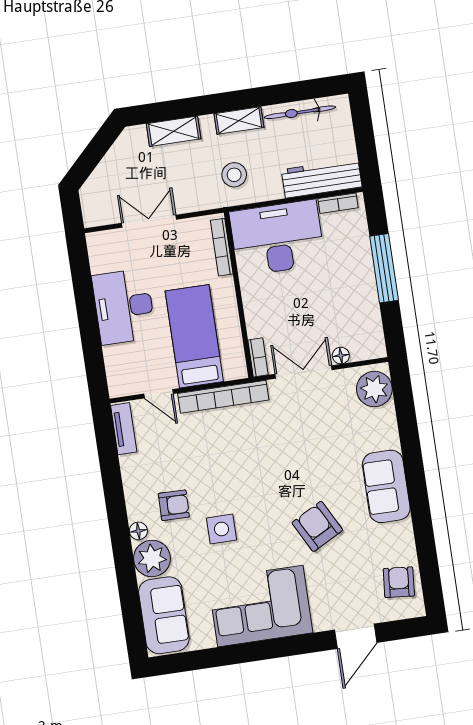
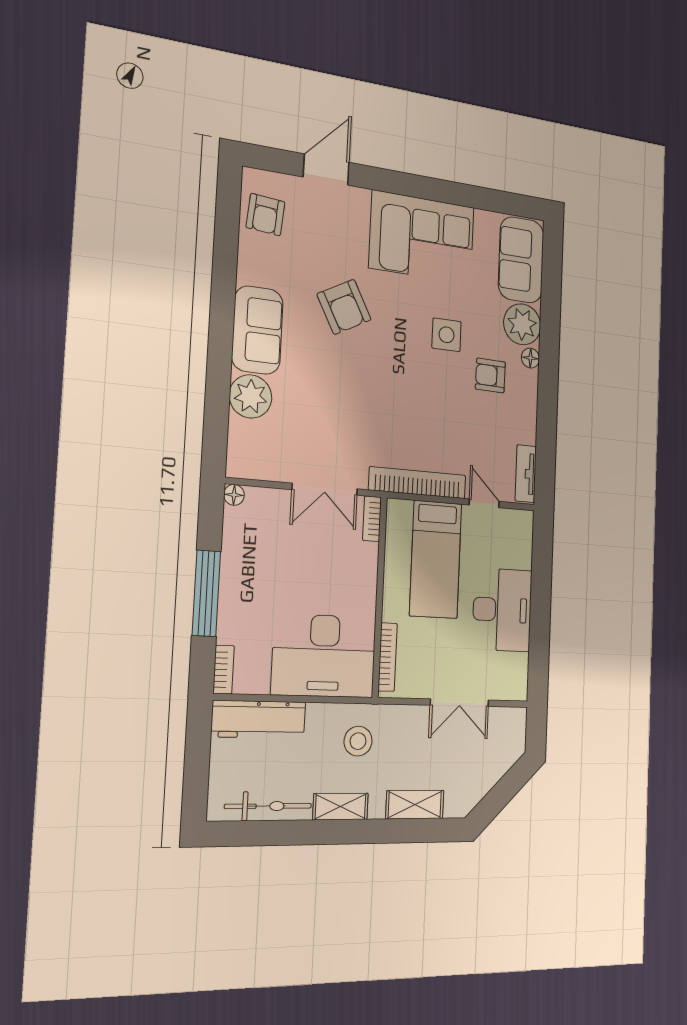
bookcase: (338, 203) -> (224, 670), moved, turned 90
floor lamp: (341, 356) -> (234, 495), moved
plant: (374, 389) -> (251, 396), moved

